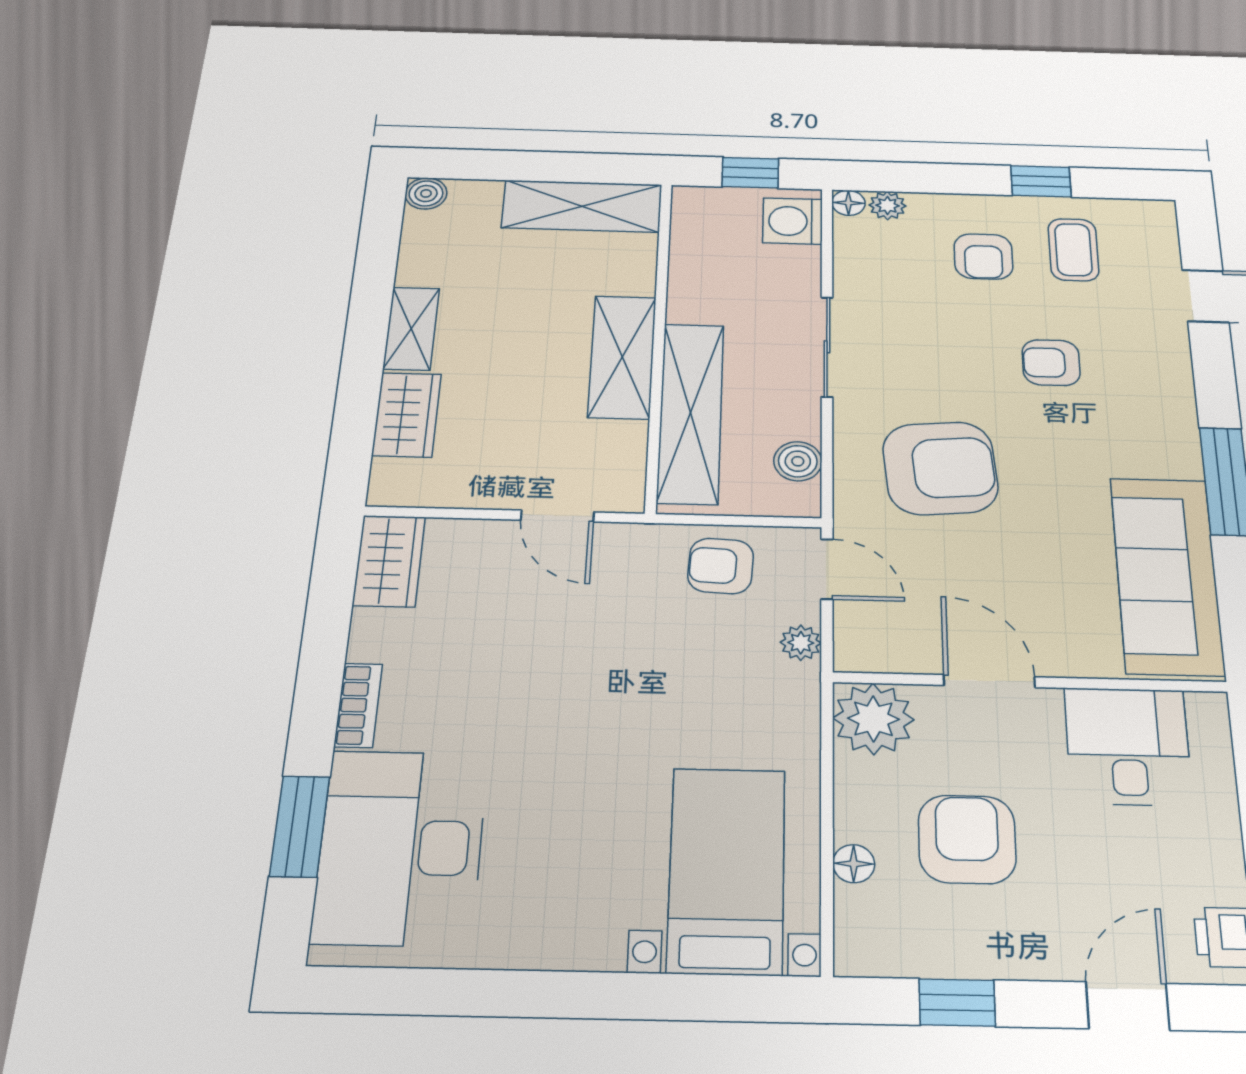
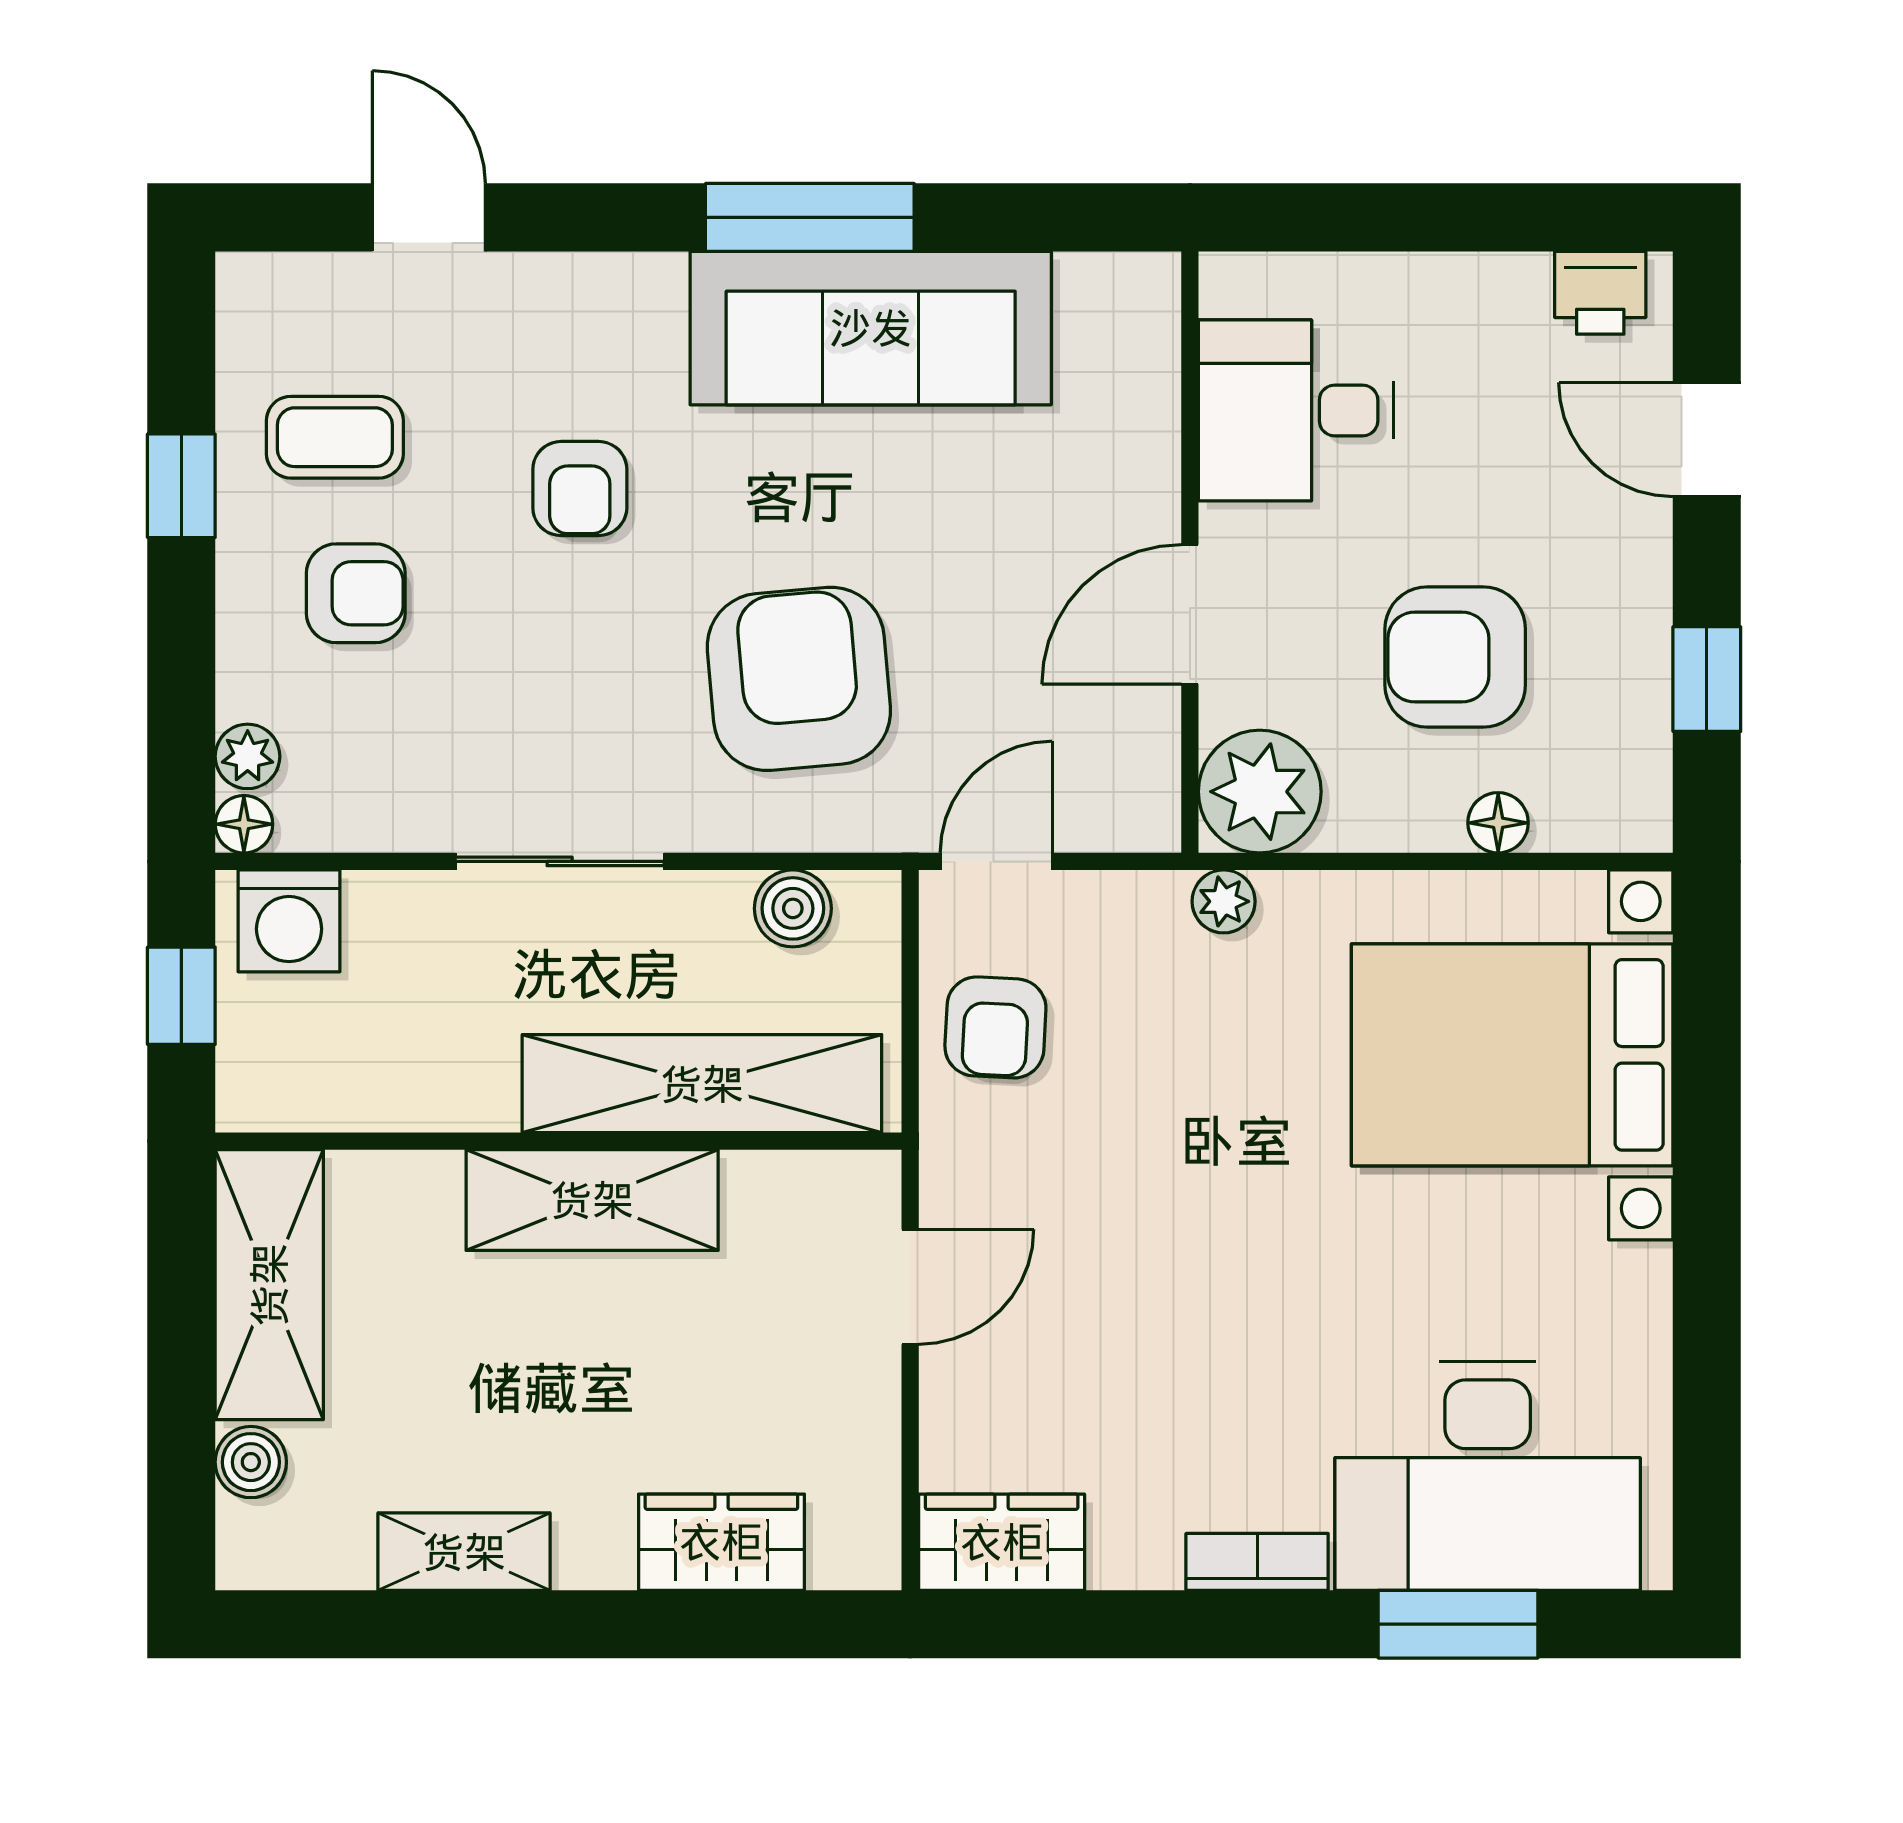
boiler: (426, 193) -> (251, 1462), moved
shelving: (411, 329) -> (464, 1552), moved
sofa: (1167, 575) -> (871, 328), moved
plant: (801, 643) -> (1224, 901), moved
bed with nightstands: (727, 870) -> (1512, 1055), width x1.36

